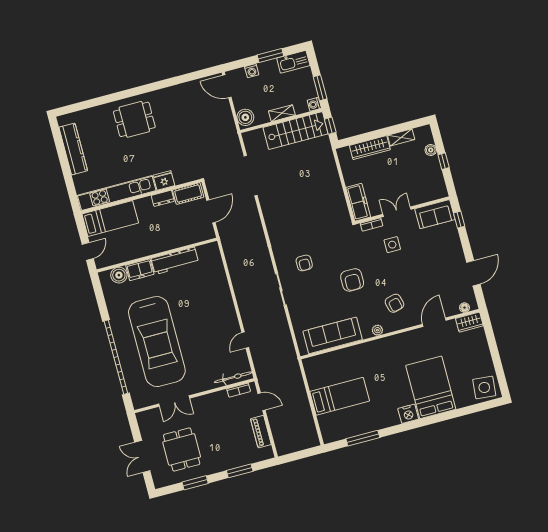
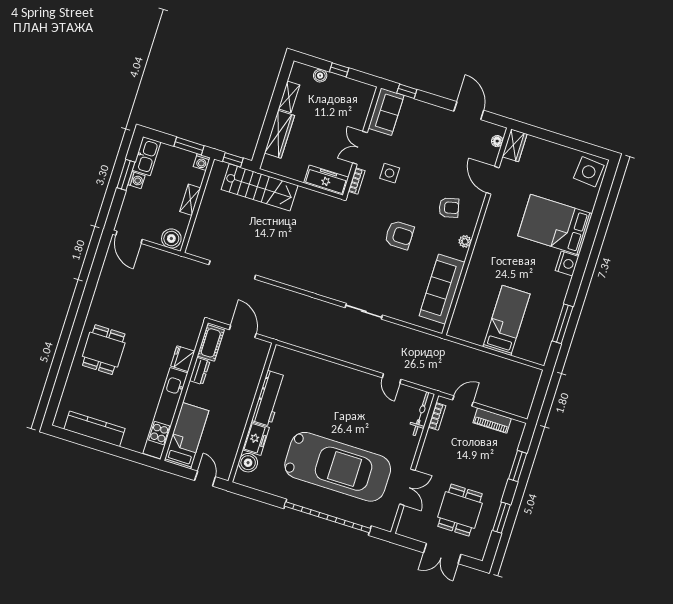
washing machine: (252, 71) -> (136, 180), moved
door: (227, 86) -> (129, 237), hinge flipped
stairs: (296, 131) -> (260, 187), moved, turned 90
armchair: (304, 263) -> (352, 272), removed
dining table: (182, 449) -> (460, 510), turned 90

